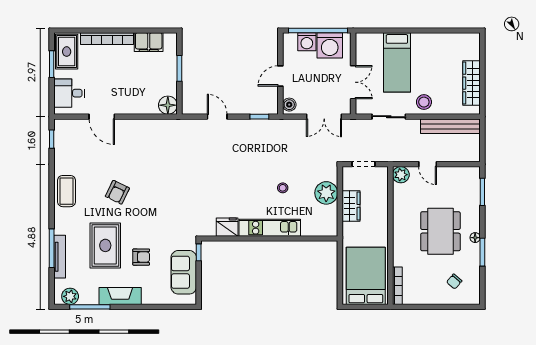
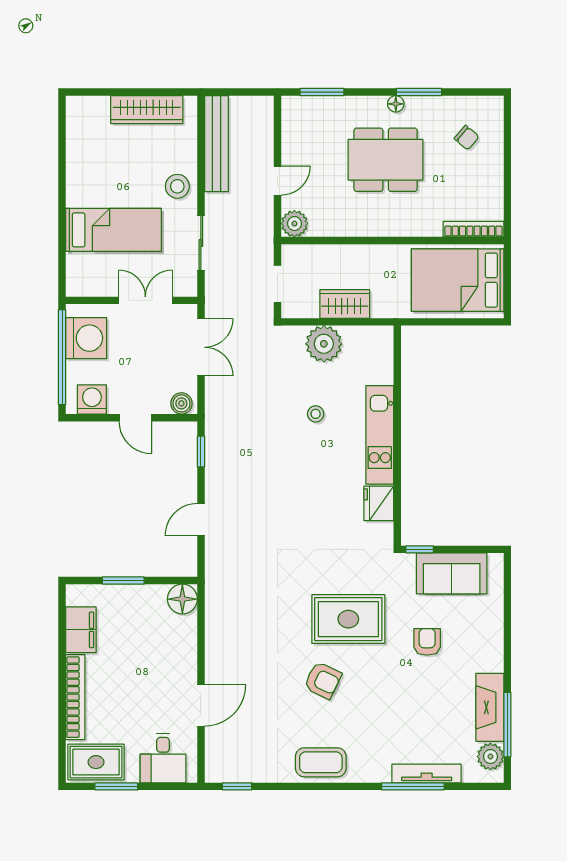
washing machine: (307, 42) -> (92, 400), moved, turned -90
rug: (105, 245) -> (348, 619), moved
fireplace: (120, 296) -> (490, 707), moved

